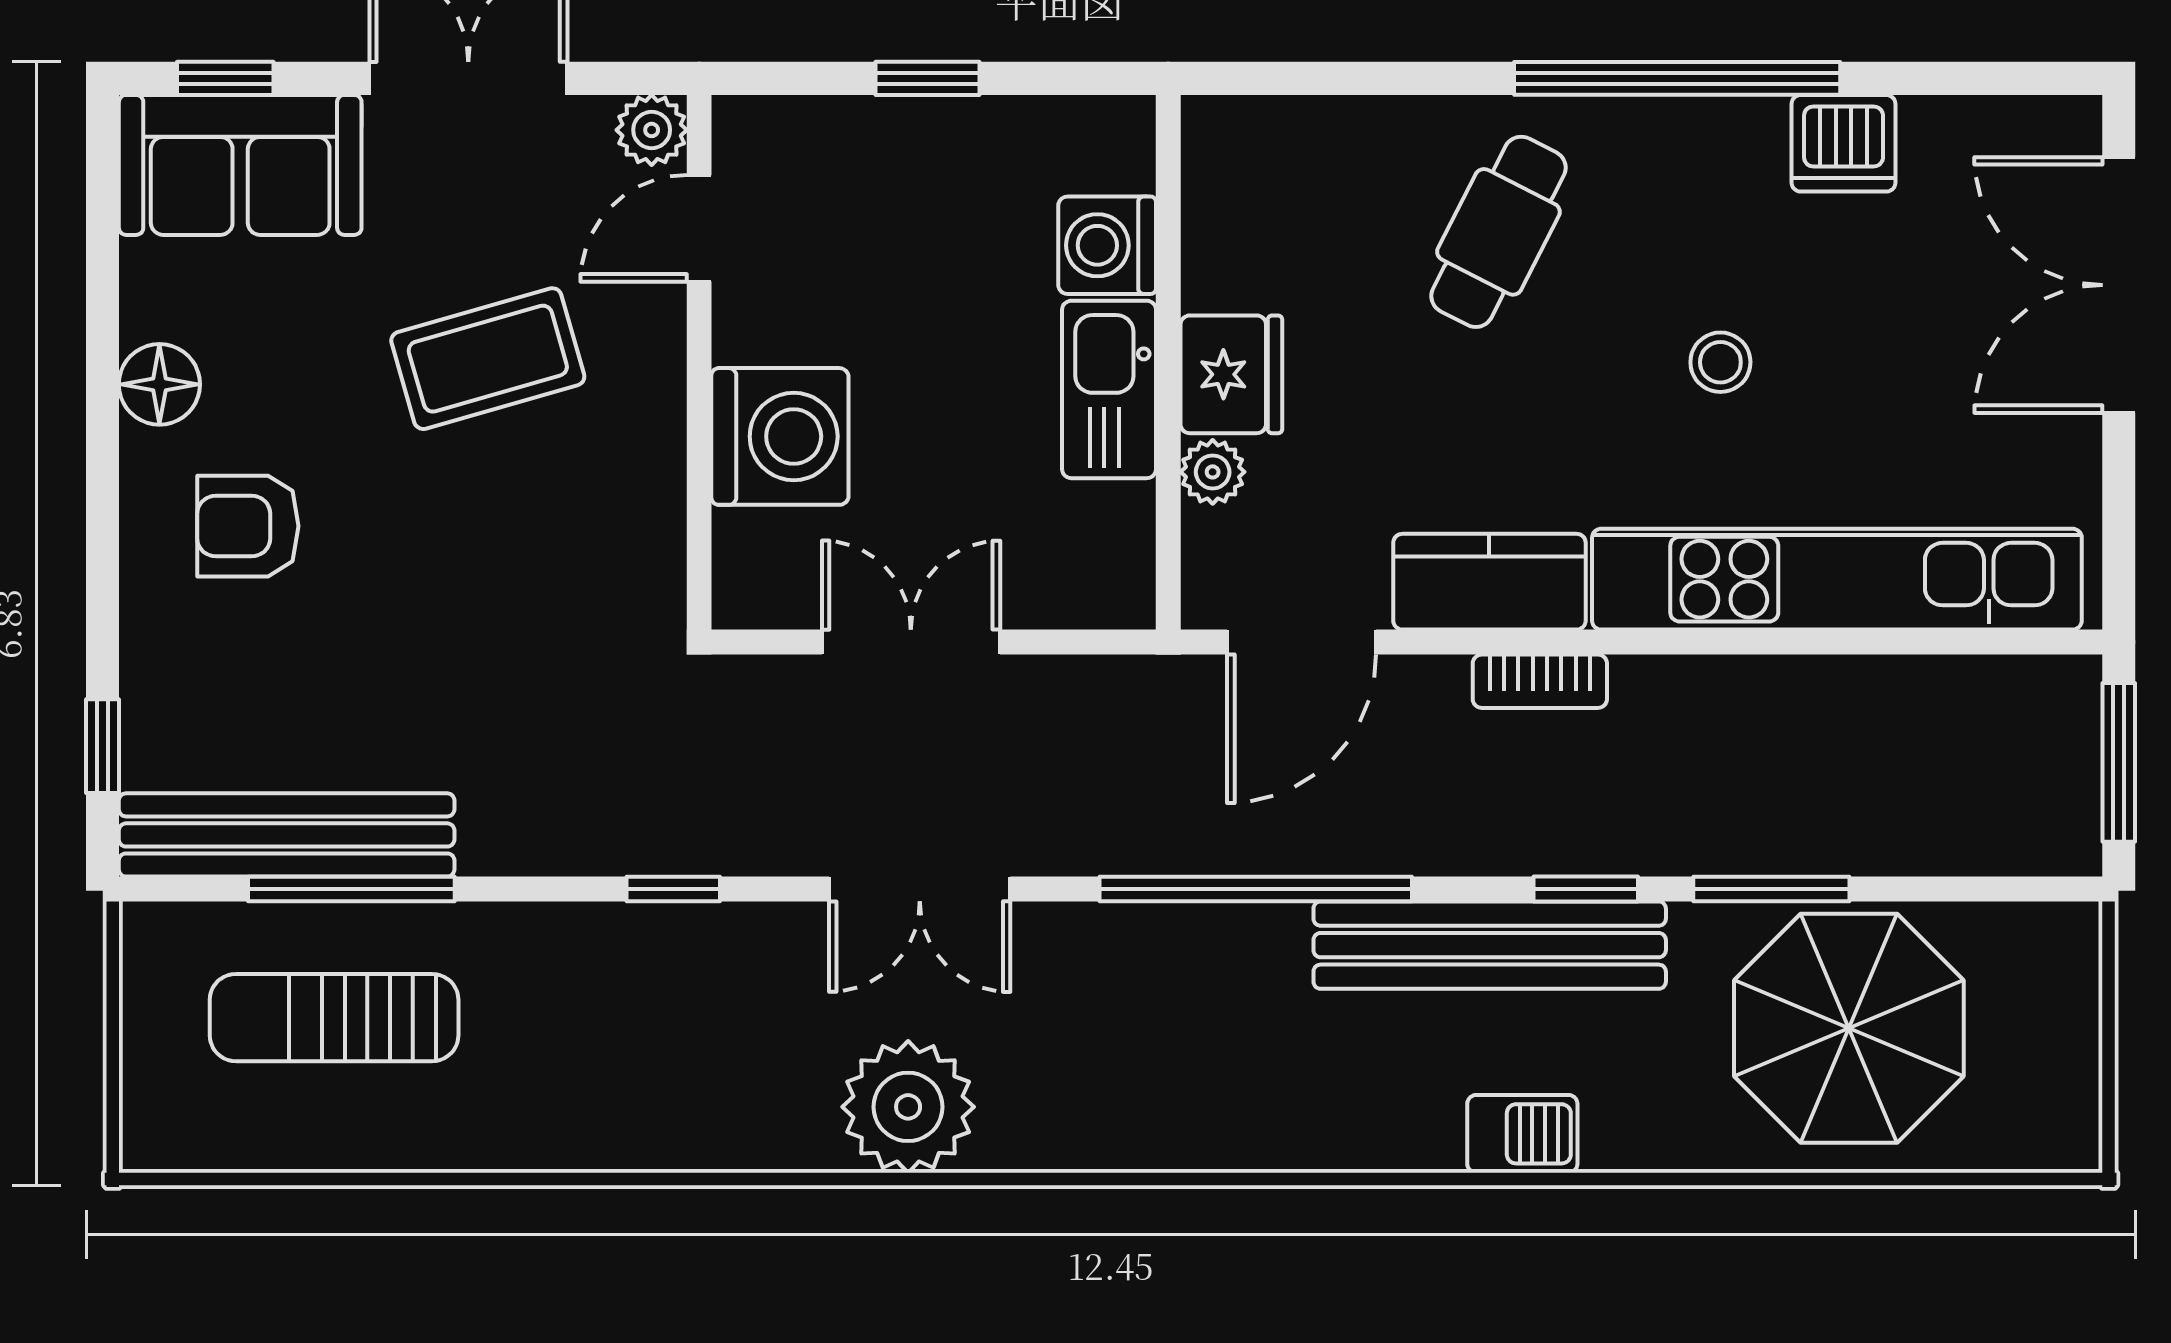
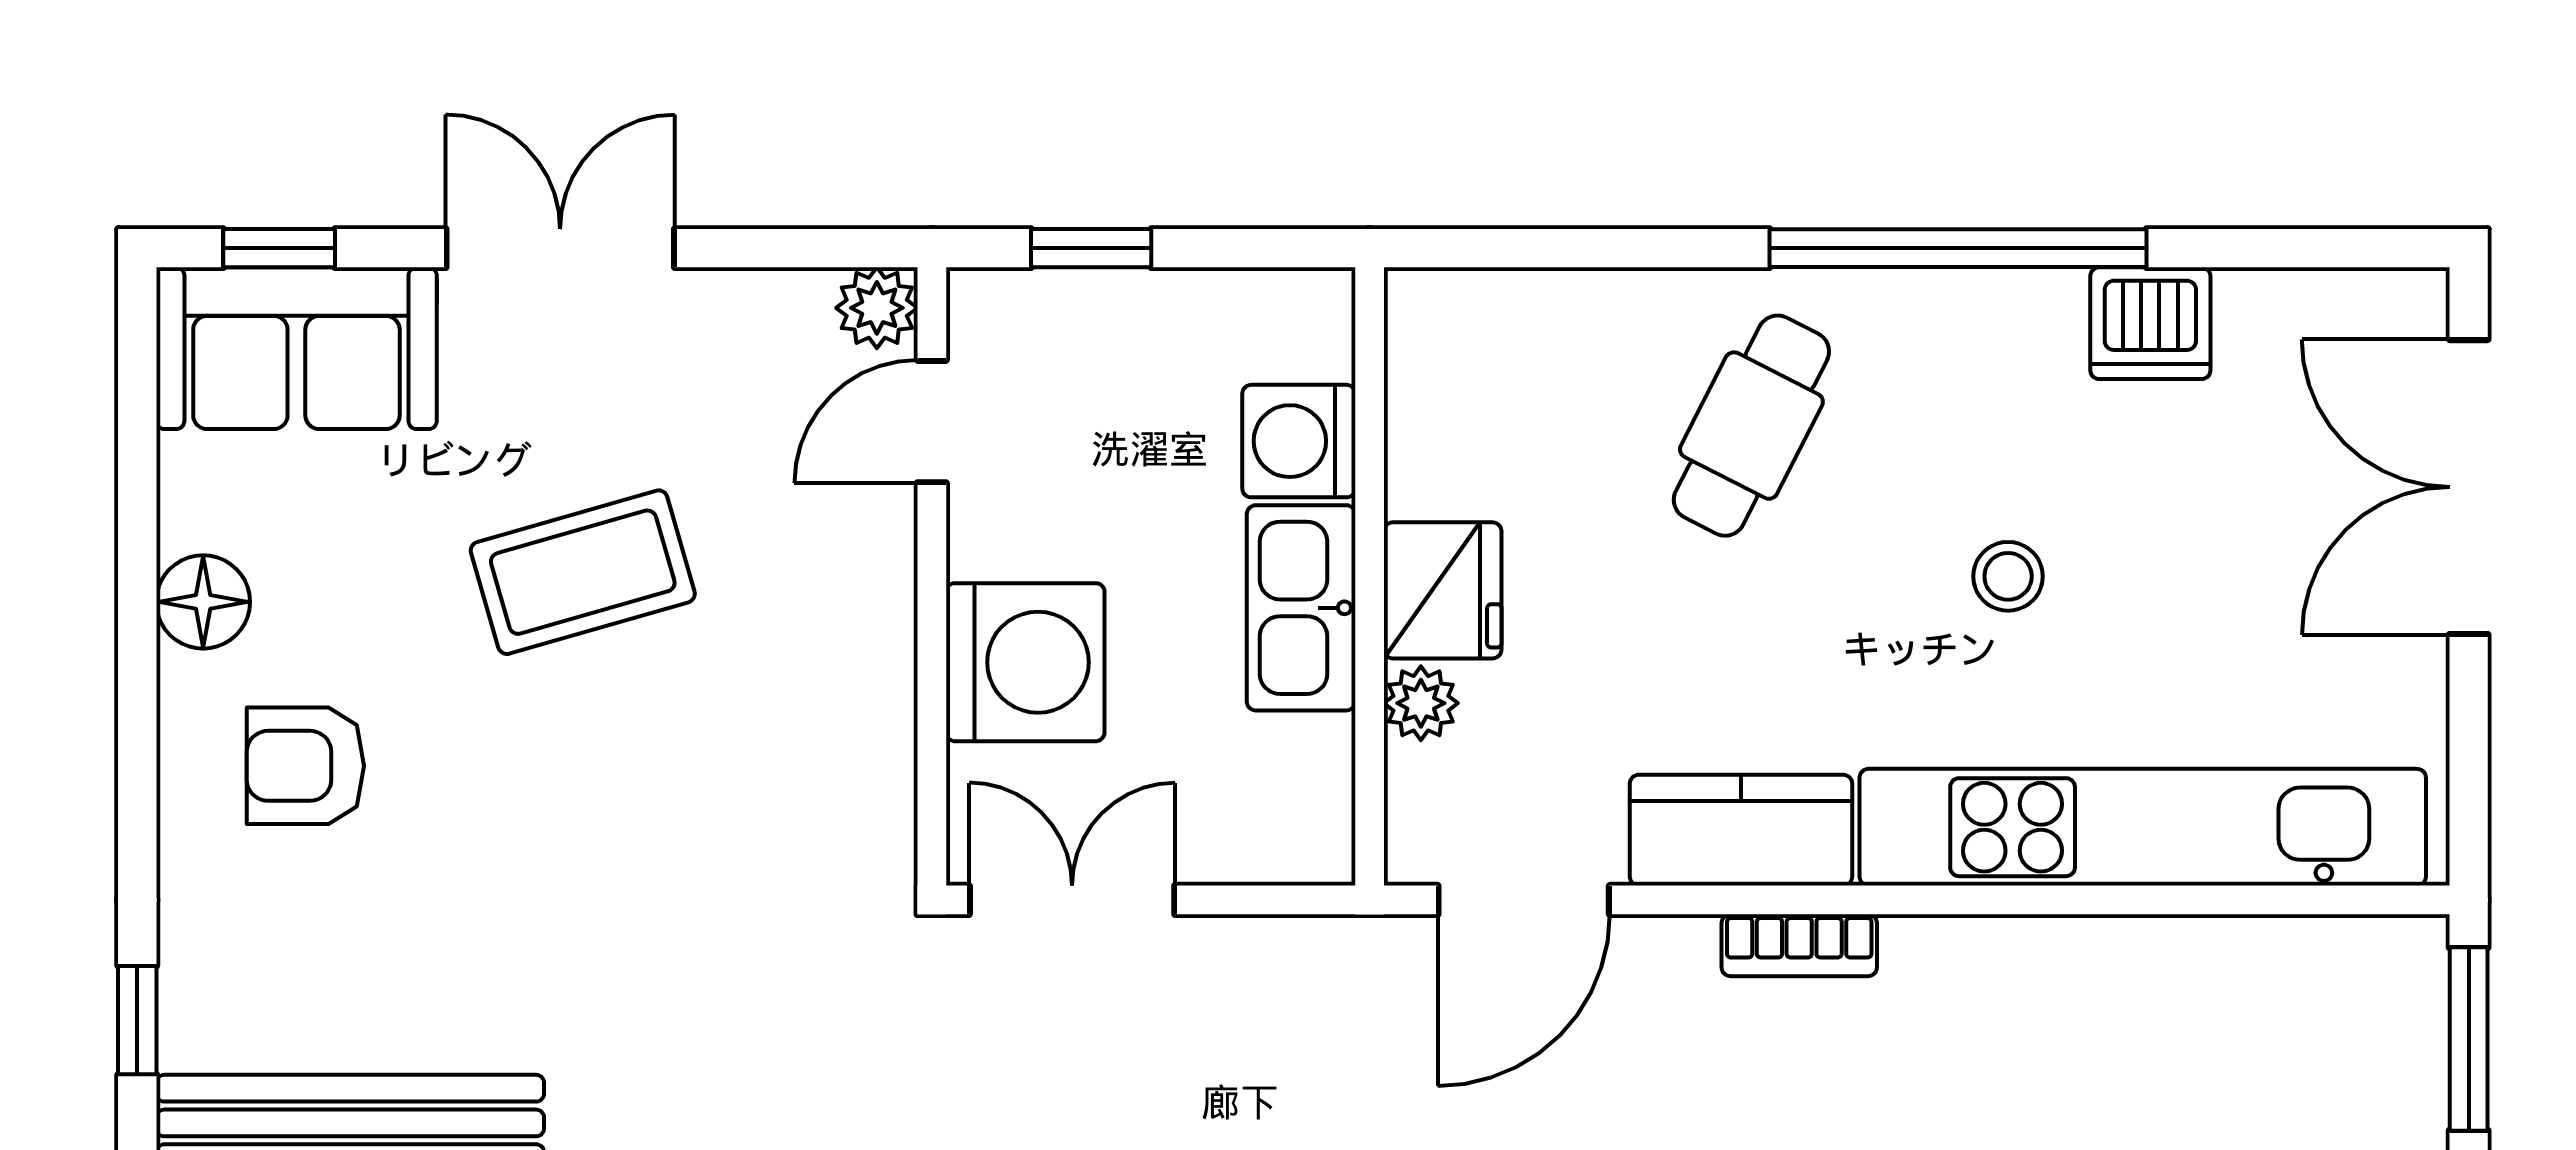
plant: (652, 130) -> (877, 308), moved
door: (699, 228) -> (932, 422), moved
wall: (699, 362) -> (932, 576), moved
washing machine: (780, 436) -> (1025, 662), moved

